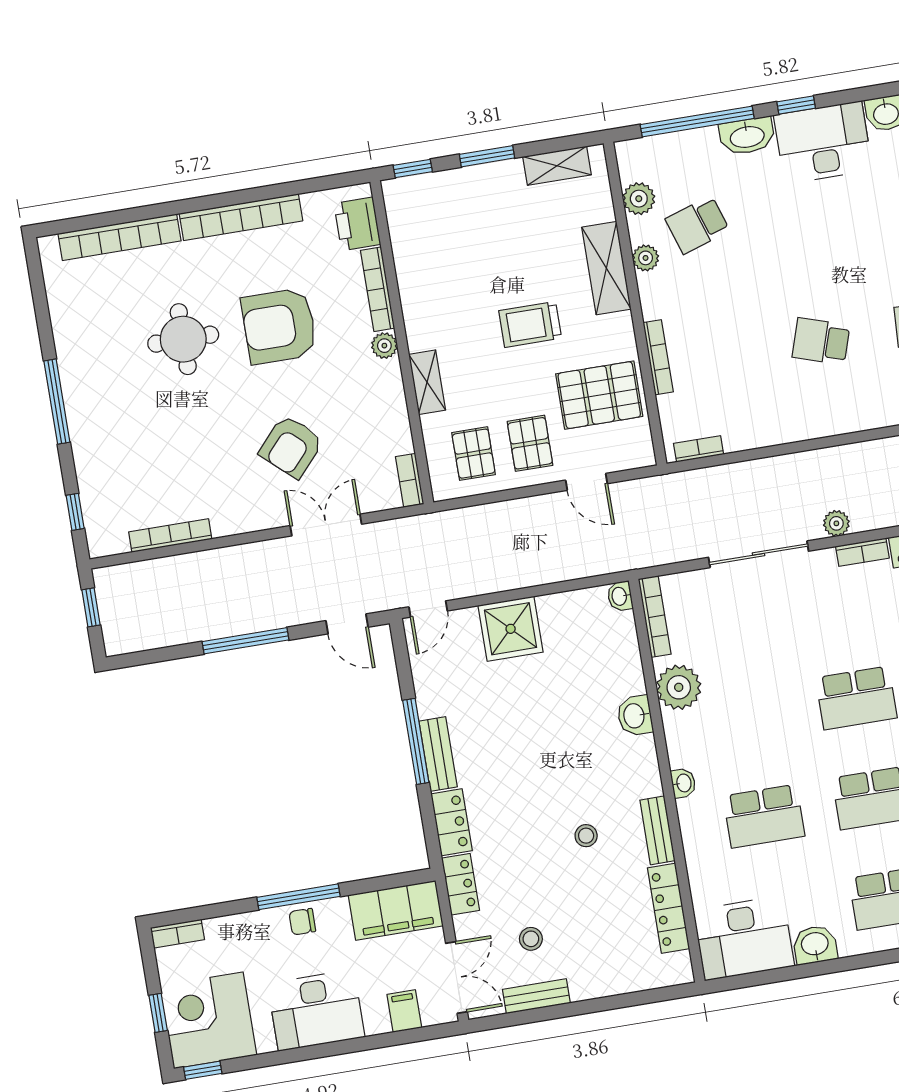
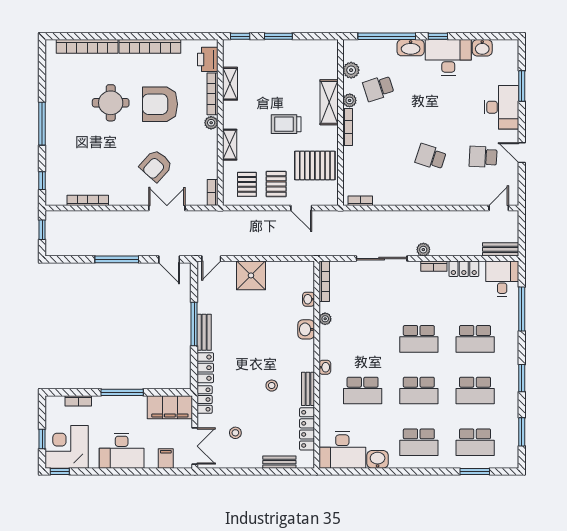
shelving: (557, 166) -> (230, 84), moved, turned 90
bookcase: (658, 357) -> (348, 127), moved
washbasin: (620, 596) -> (309, 299), moved
plant: (679, 687) -> (325, 319), width x0.53, depth x0.53
chair: (302, 922) -> (122, 405), removed
bookcase: (177, 934) -> (78, 401), moved
bench: (536, 996) -> (279, 462), moved

